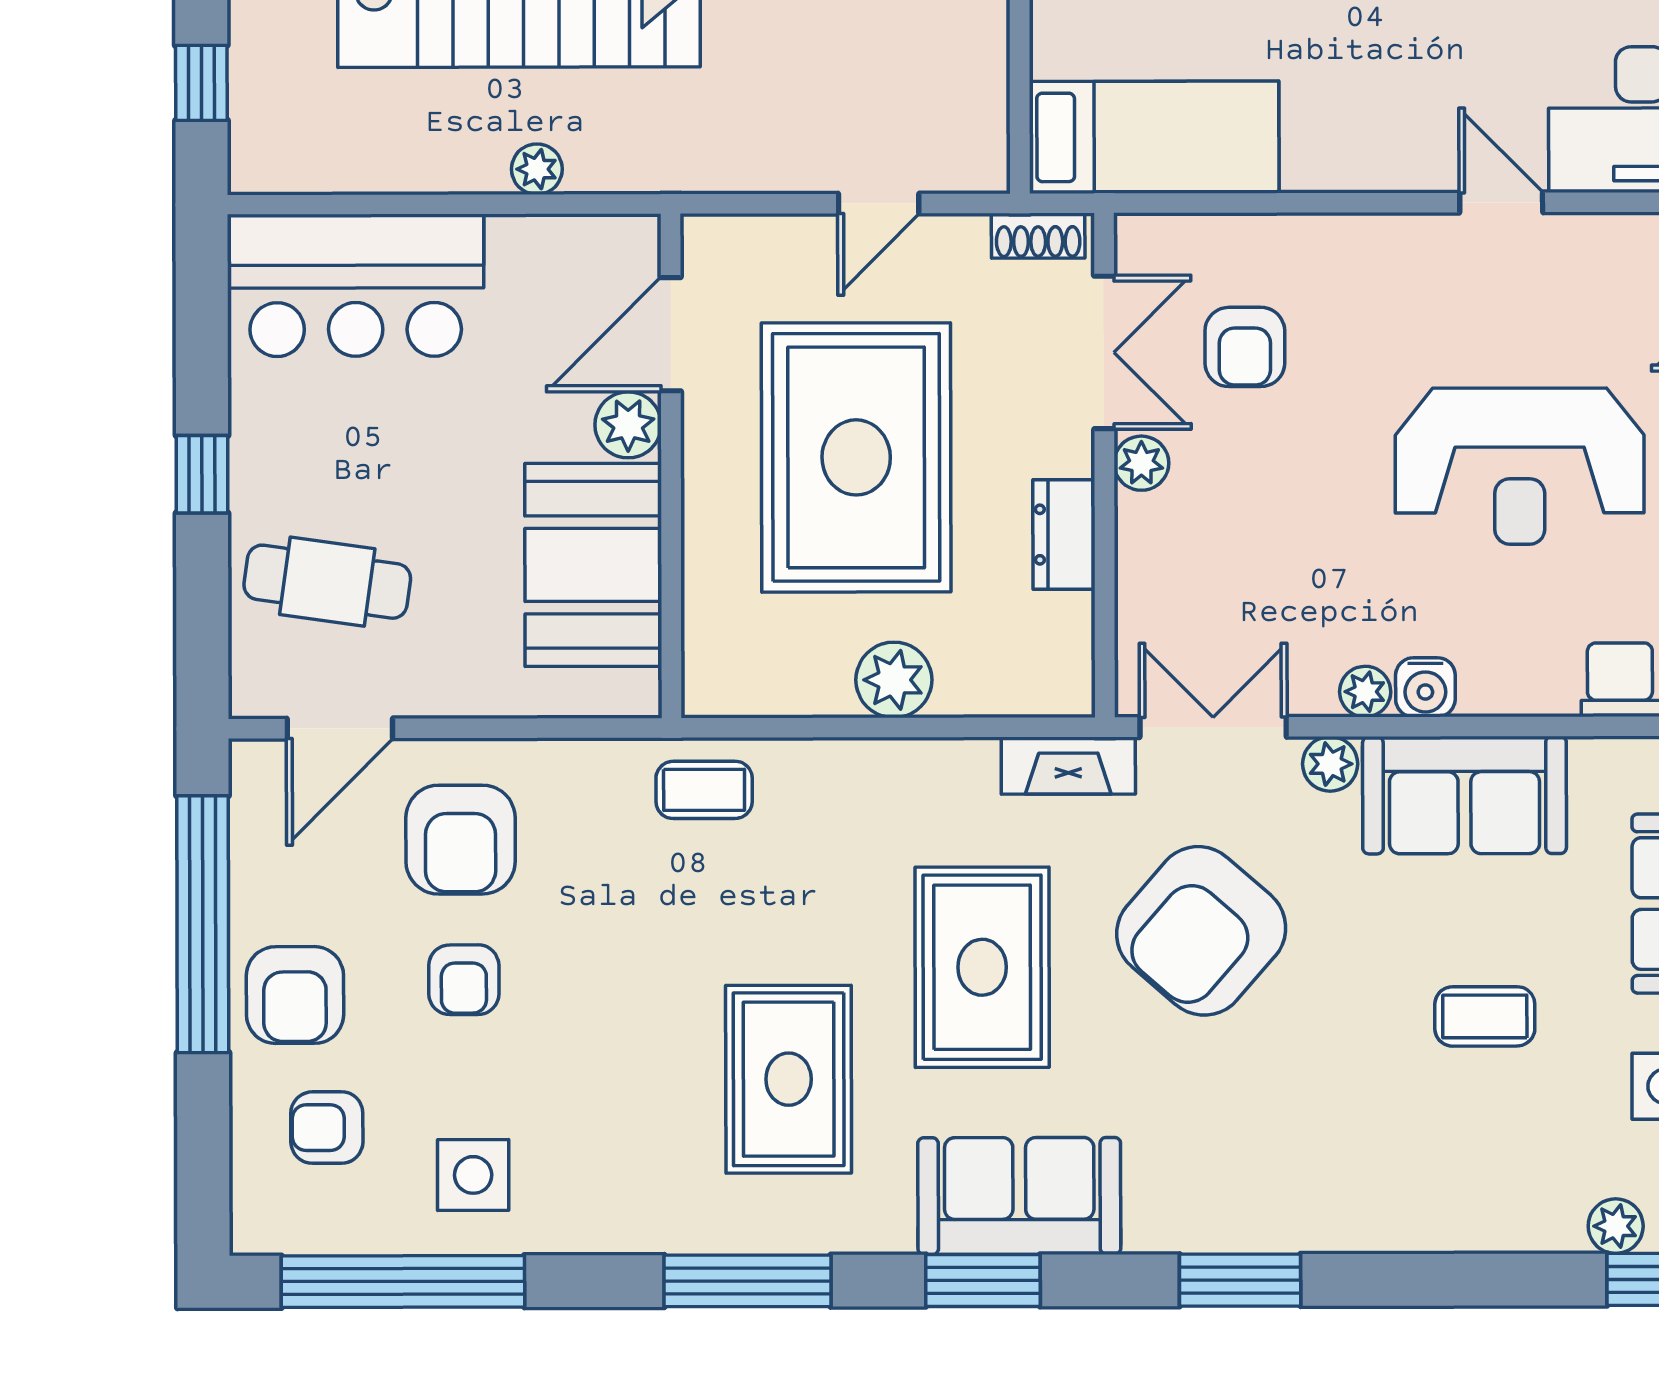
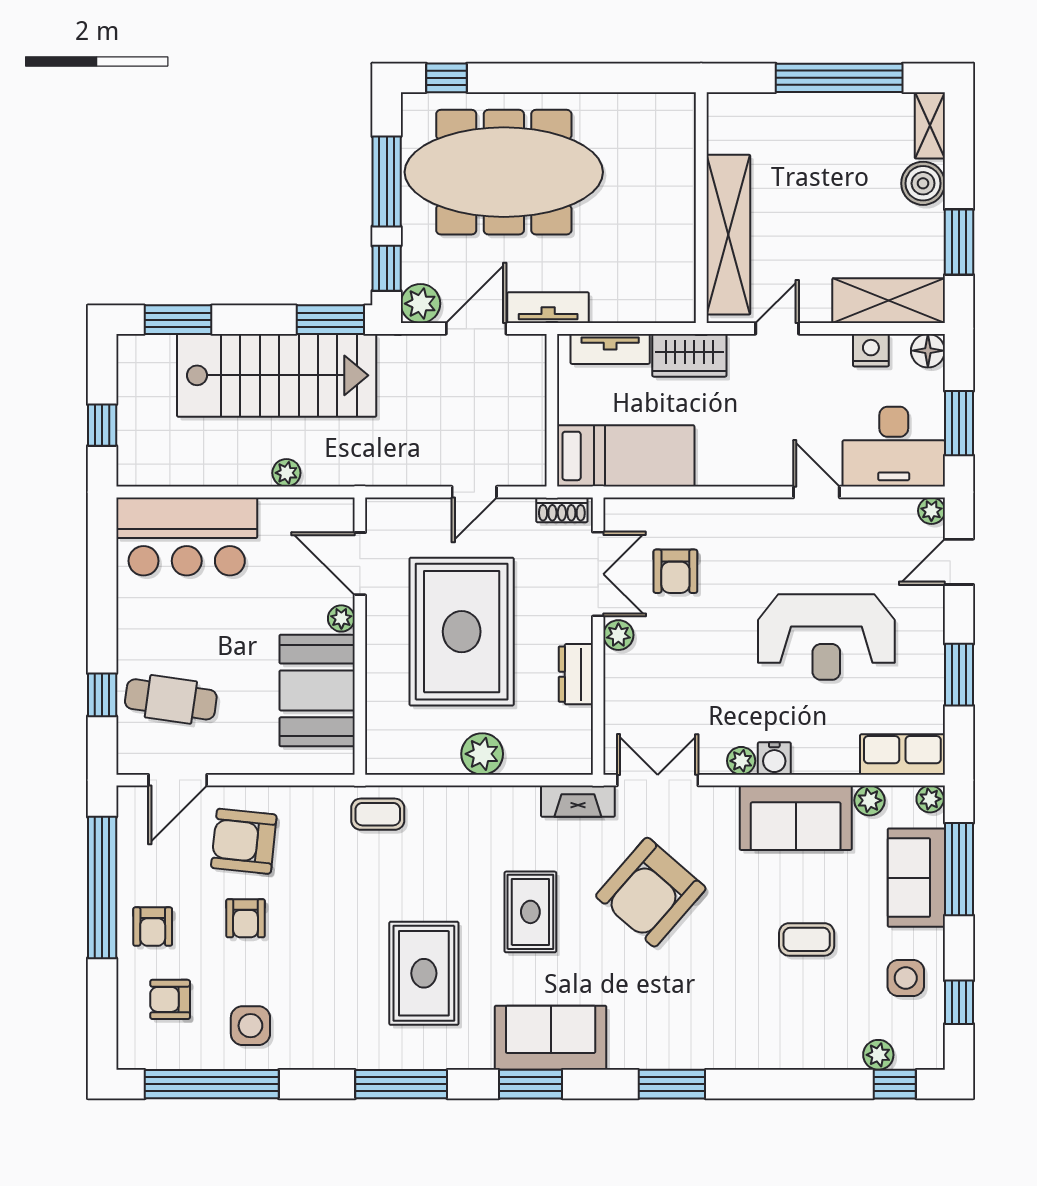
door: (671, 334) -> (360, 564), hinge flipped
plant: (628, 425) -> (341, 618), width x0.73, depth x0.73
window: (202, 474) -> (102, 695), moved
plant: (1330, 764) -> (869, 800), moved
armchair: (461, 840) -> (244, 841), turned 96
rug: (982, 967) -> (530, 912), width x0.73, depth x0.70
armchair: (295, 995) -> (153, 927), width x0.72, depth x0.72

